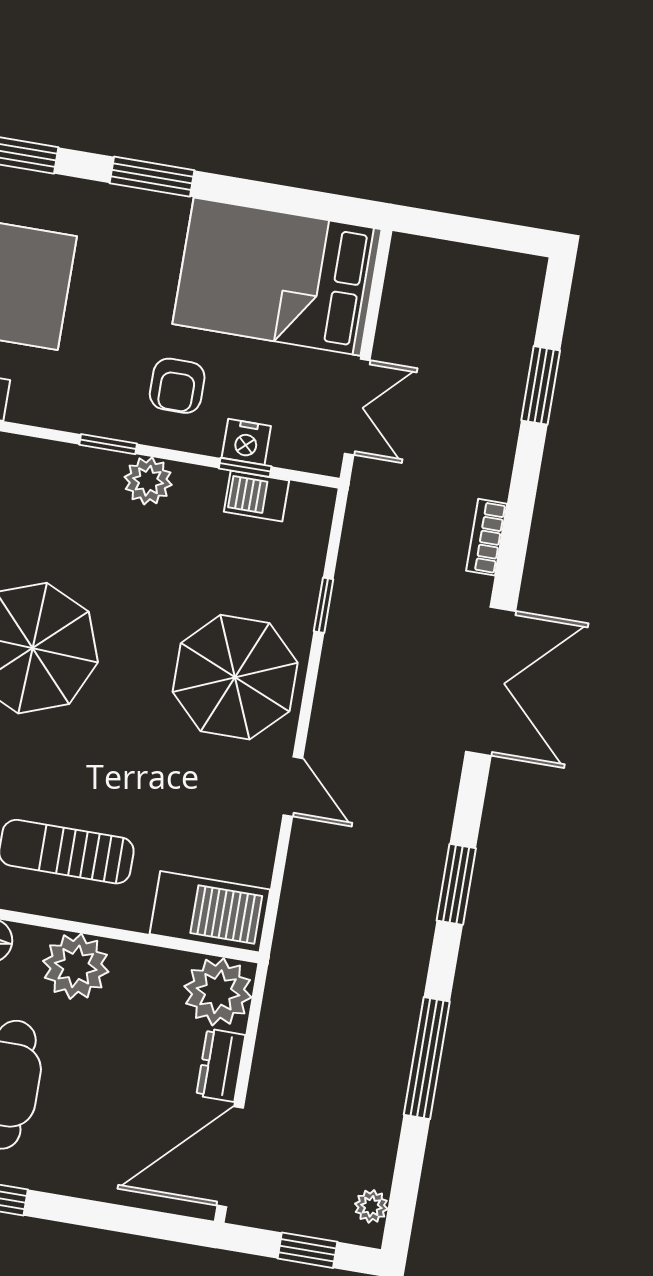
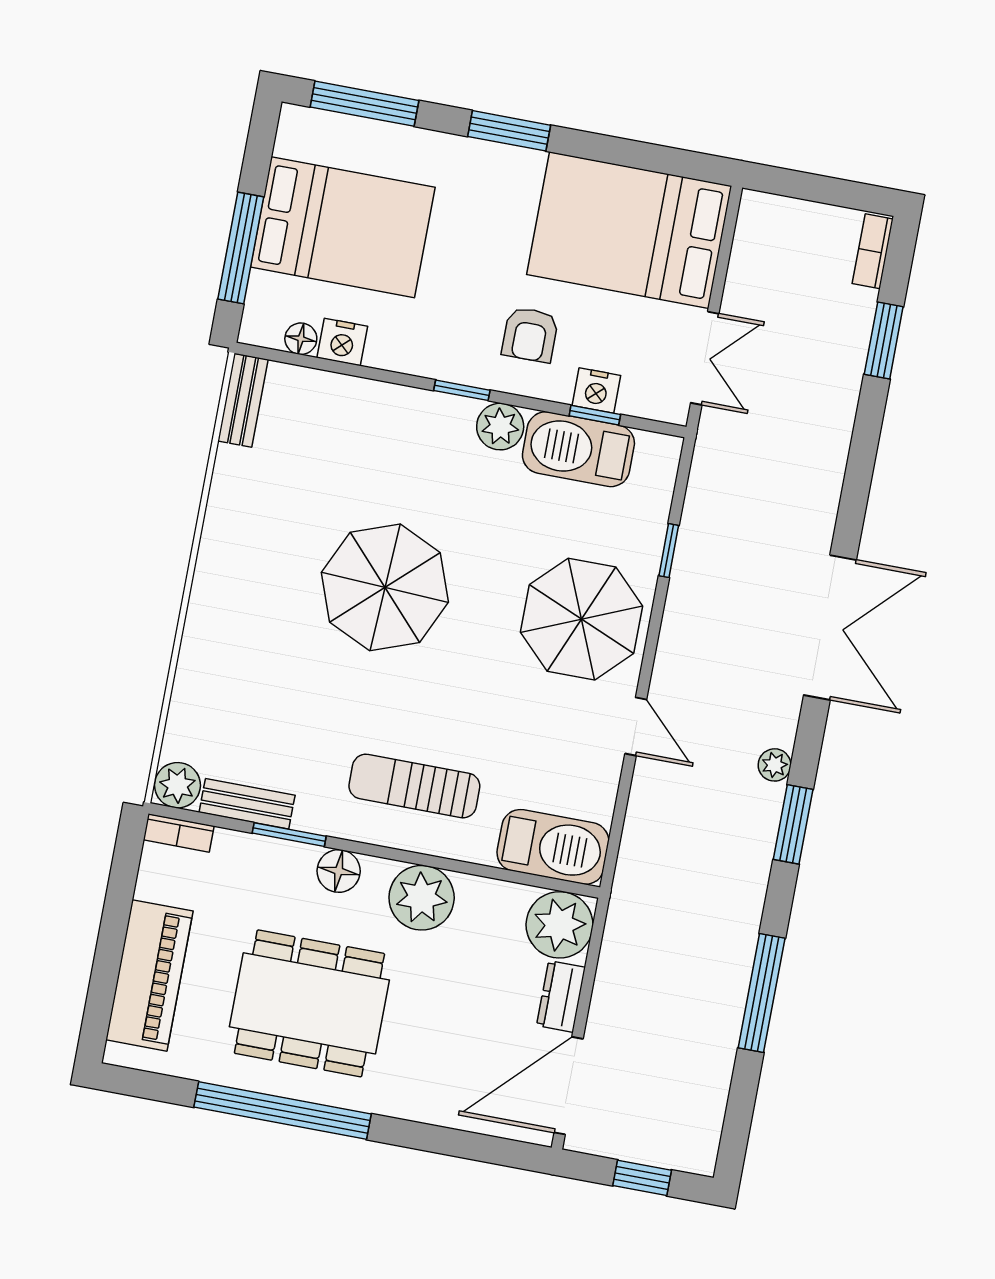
barbecue: (257, 496) -> (578, 449), width x1.88, depth x1.53
bookcase: (487, 537) -> (873, 251), moved
plant: (371, 1206) -> (775, 765), moved

